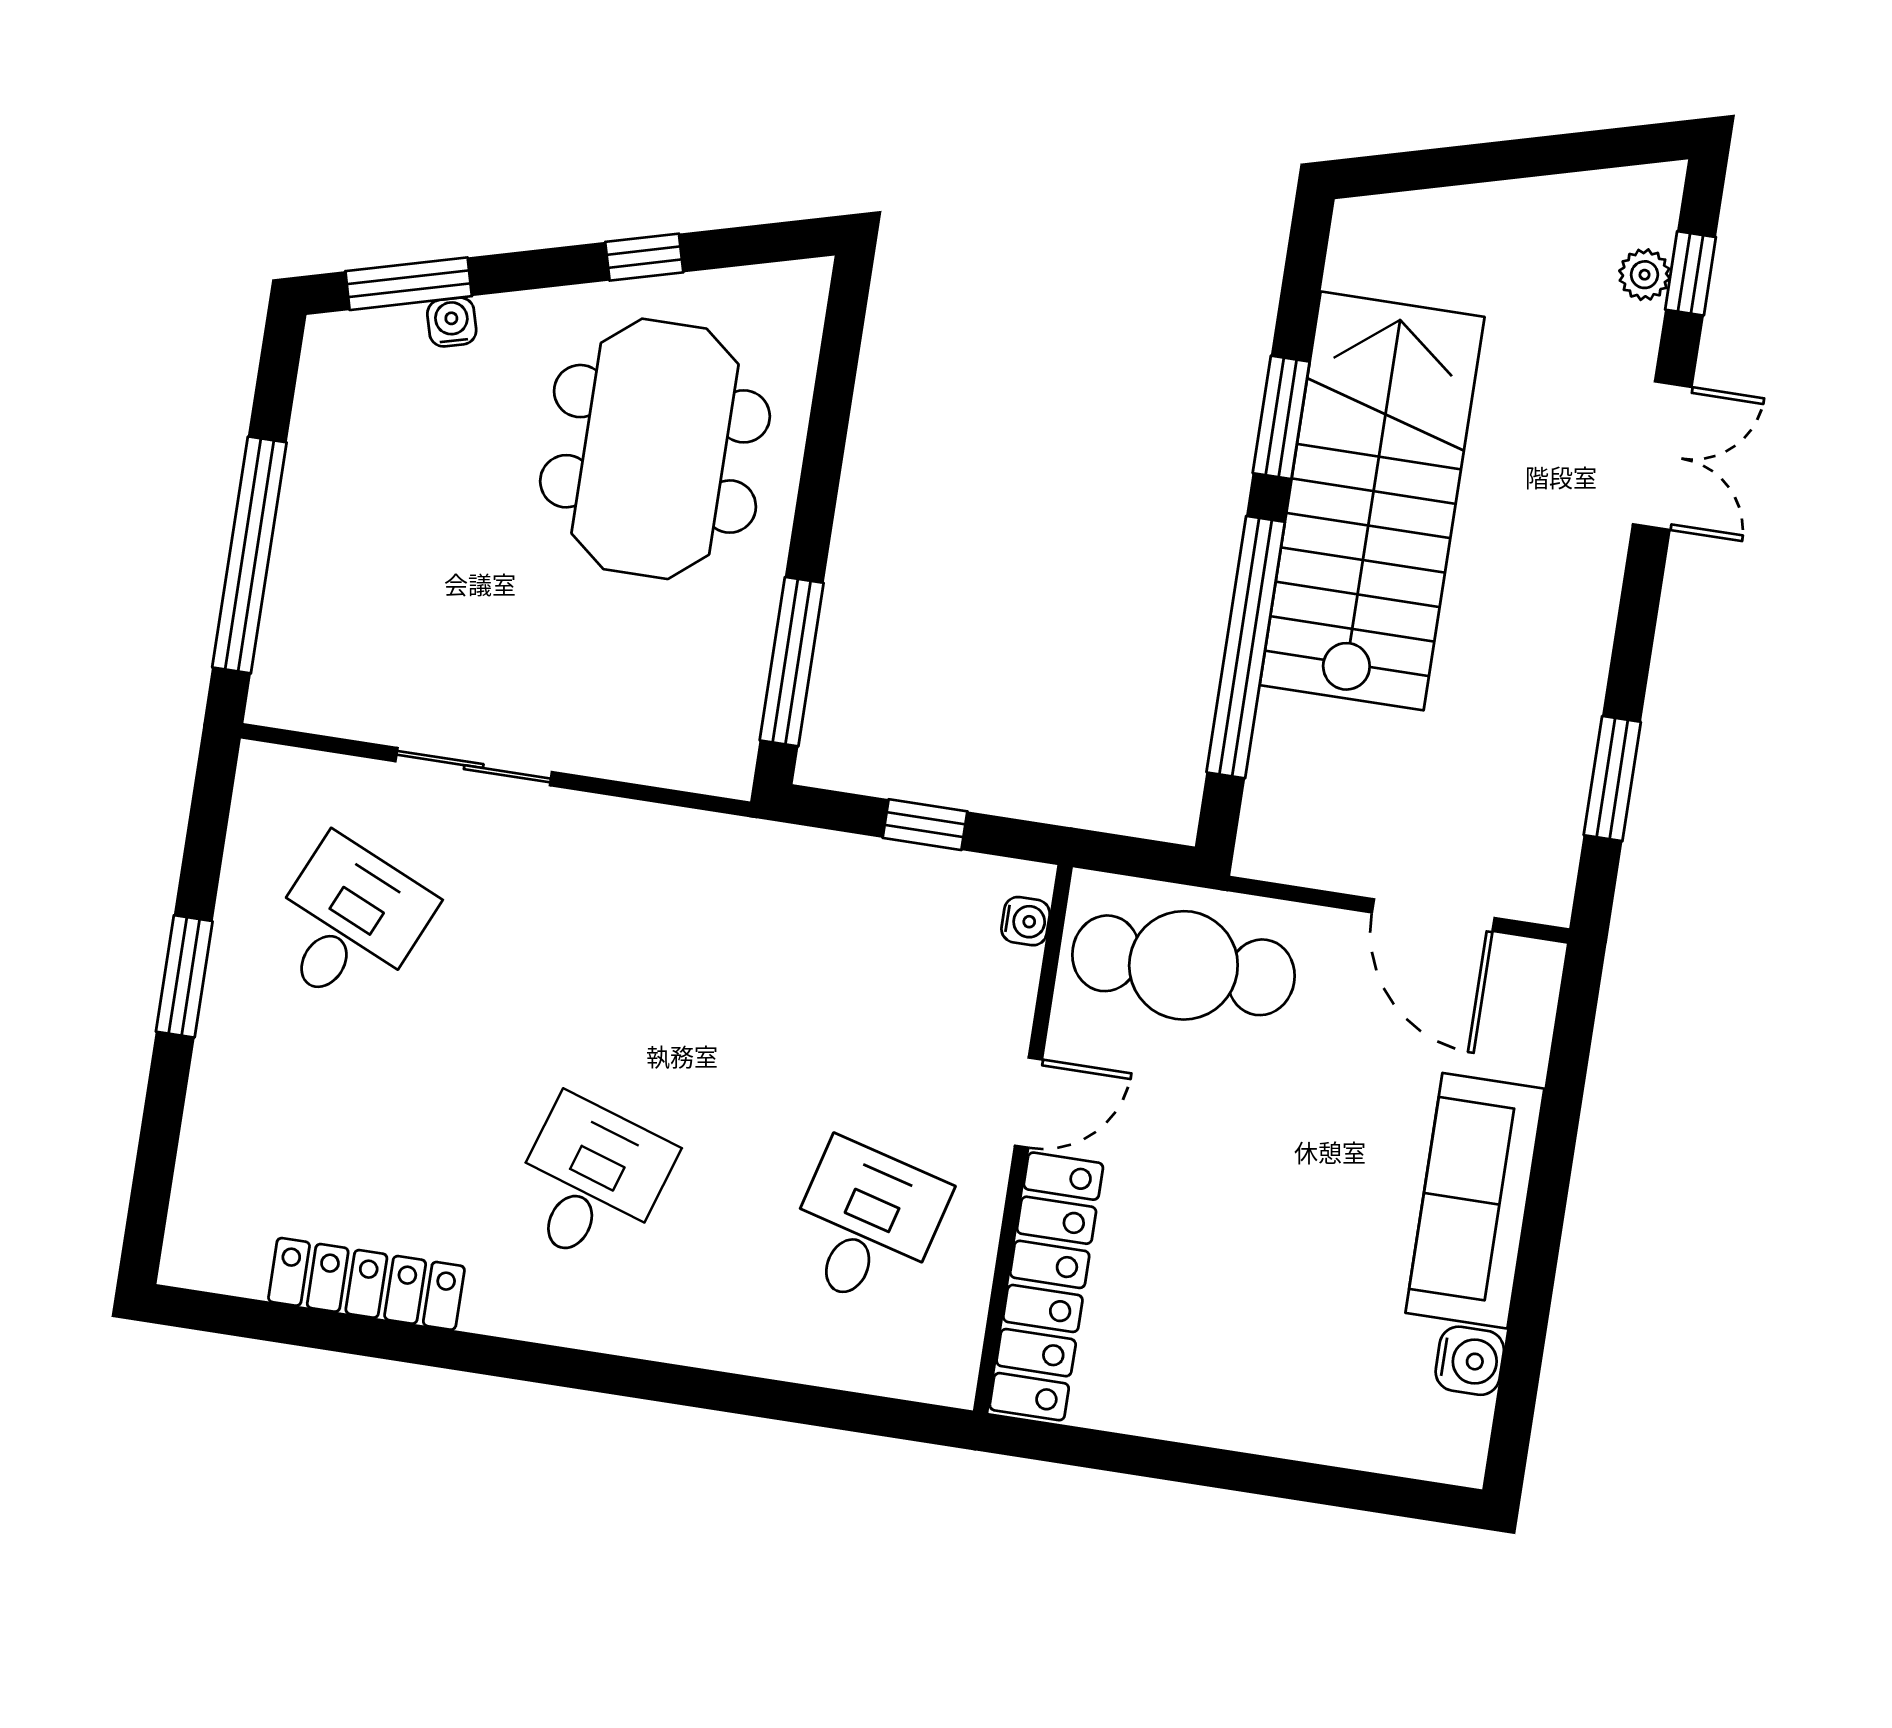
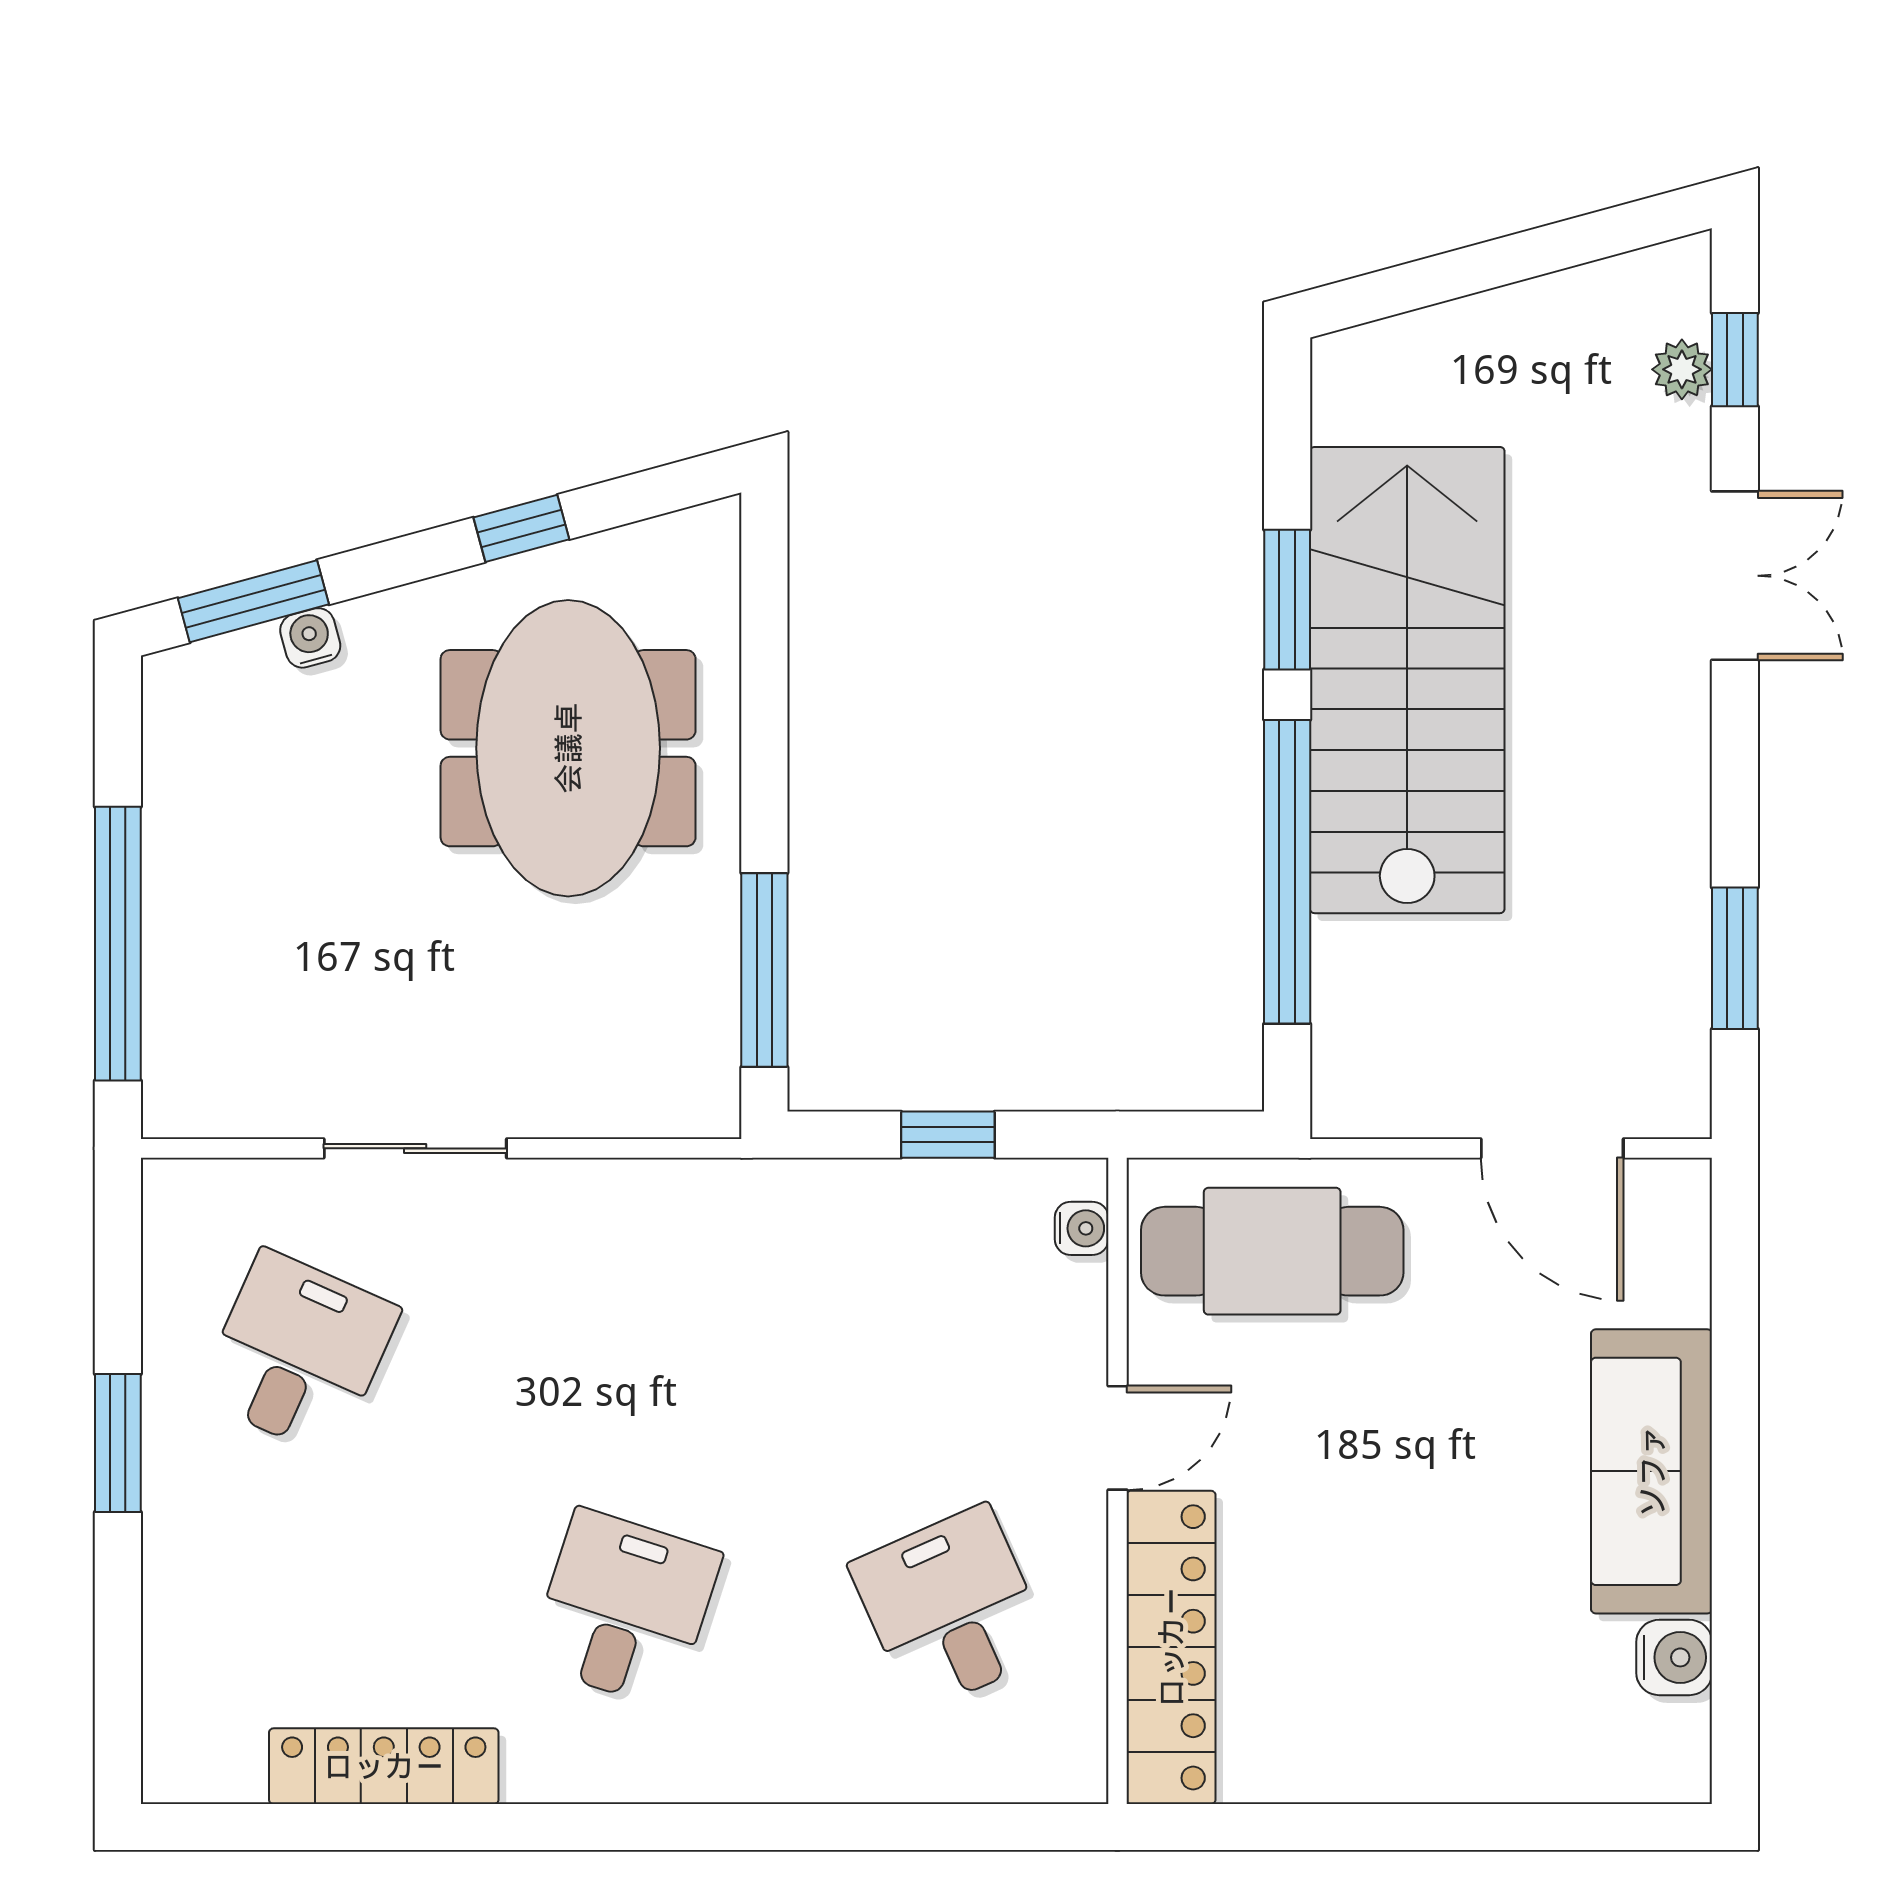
desk: (866, 1225) -> (951, 1609), turned -39

